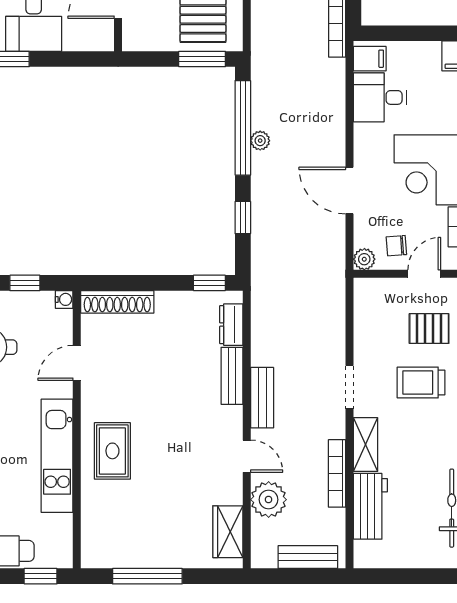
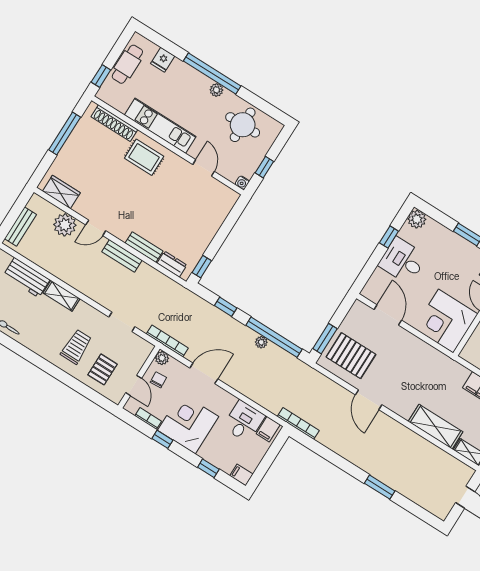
shoe rack: (117, 302) -> (114, 123), moved, turned -90
doorway: (350, 387) -> (122, 322), moved
bookcase: (337, 473) -> (167, 341), moved

